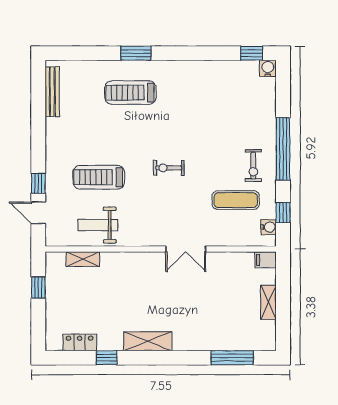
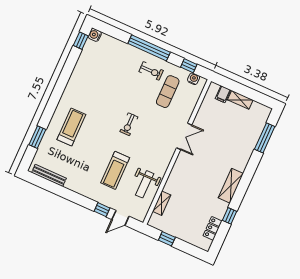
window: (136, 53) -> (37, 137), moved
treadmill: (130, 93) -> (71, 127), turned 180
filing cabinet: (266, 260) -> (223, 94), moved

